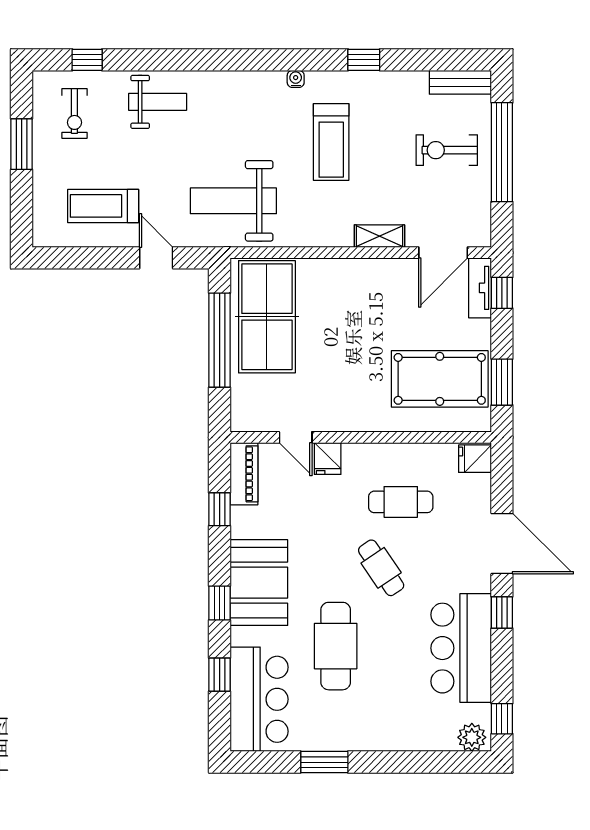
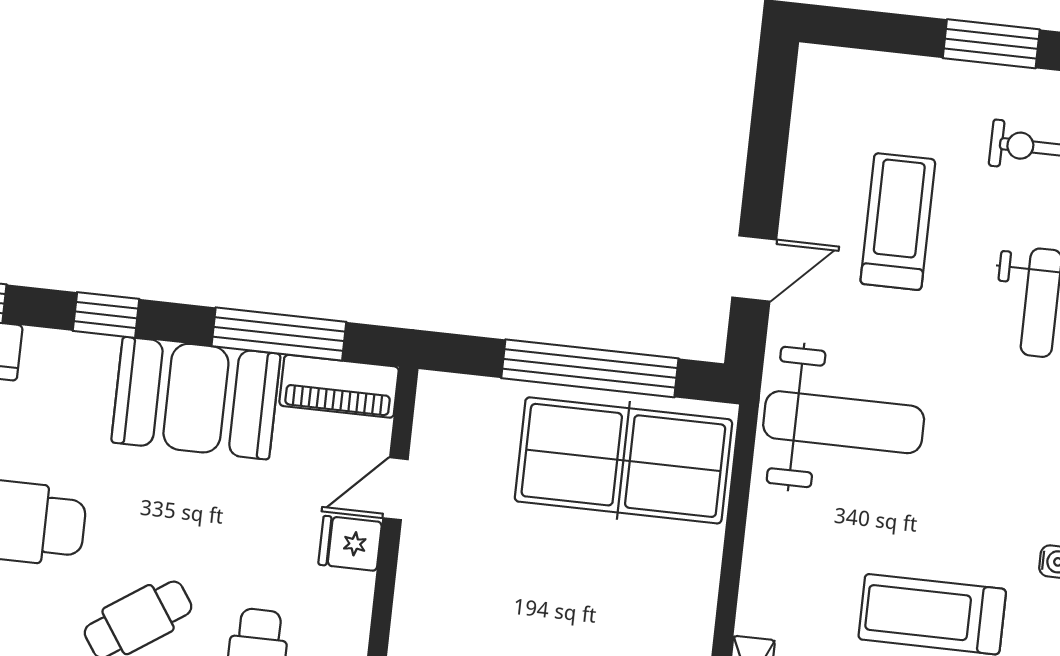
weight bench: (233, 201) -> (844, 422), turned 90
treadmill: (103, 206) -> (898, 222), moved
window: (220, 509) -> (279, 334), width x2.17
booth: (259, 583) -> (196, 398), moved

